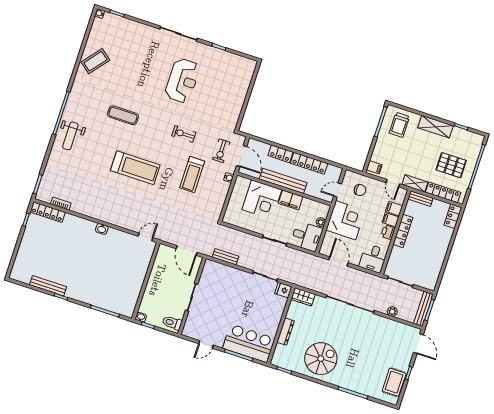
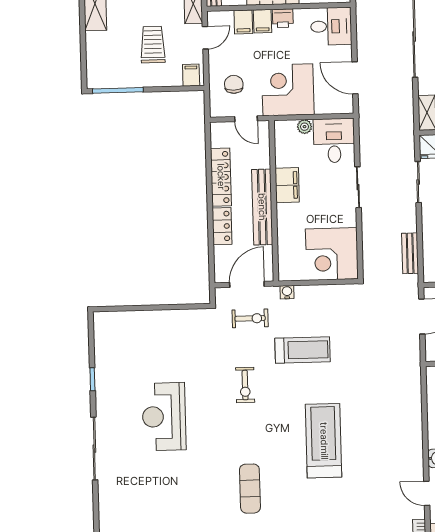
reception desk: (182, 81) -> (164, 417), turned -90
trolley: (399, 125) -> (153, 45), moved, turned -90
corner desk: (262, 200) -> (332, 254), moved, turned 180
door: (145, 237) -> (427, 493), moved
door: (338, 261) -> (355, 78), hinge flipped

